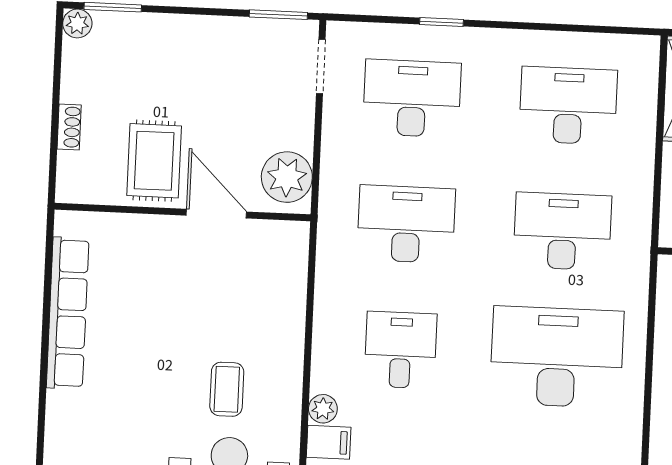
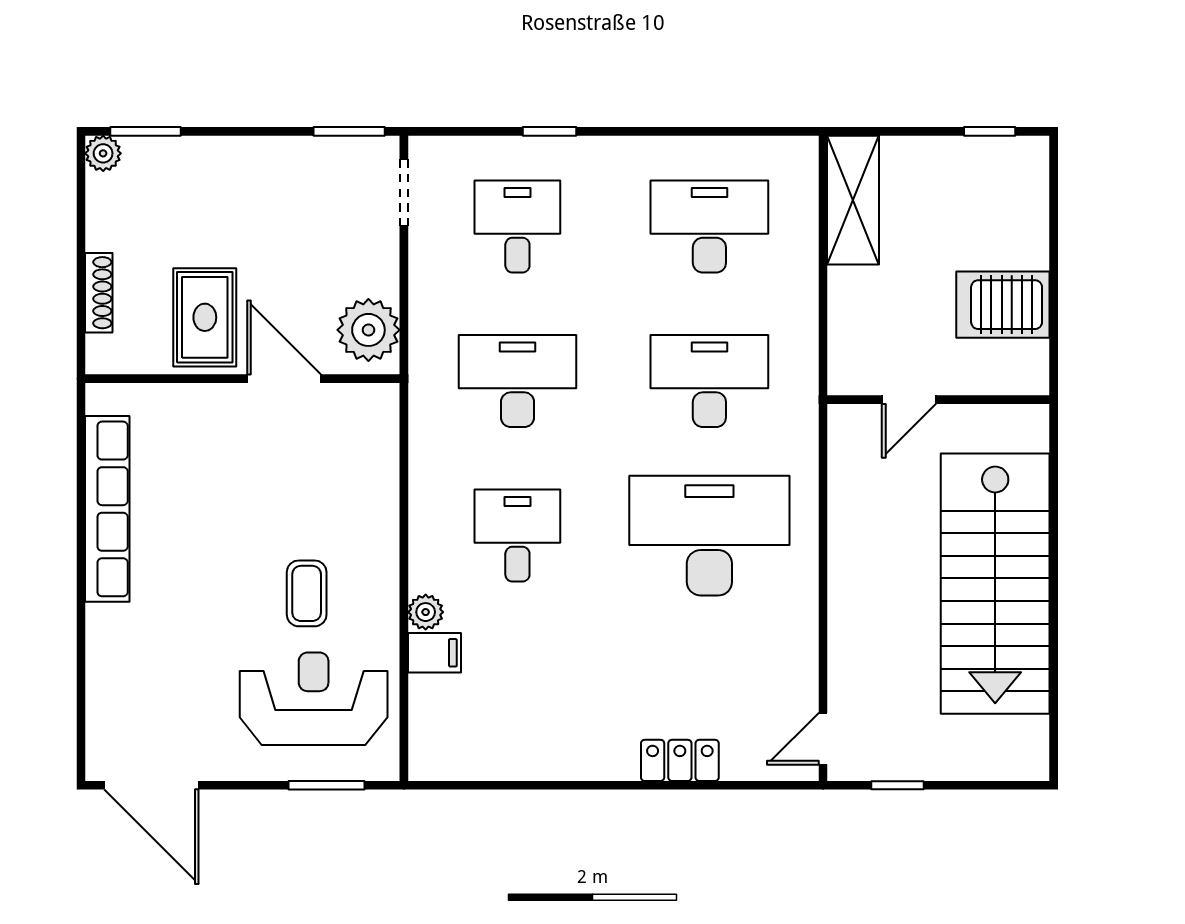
desk: (412, 98) -> (517, 227), width x0.73
shoe rack: (69, 127) -> (99, 293), width x1.43

